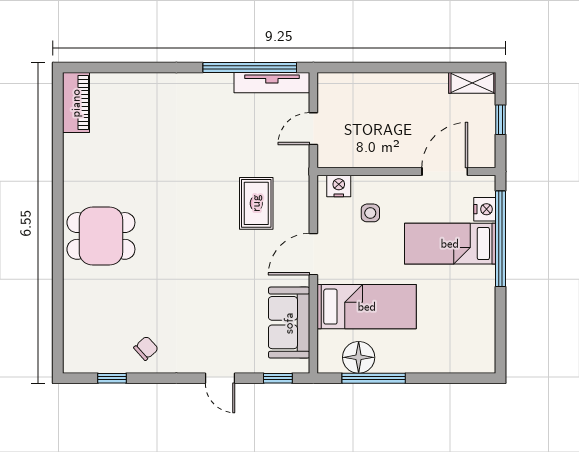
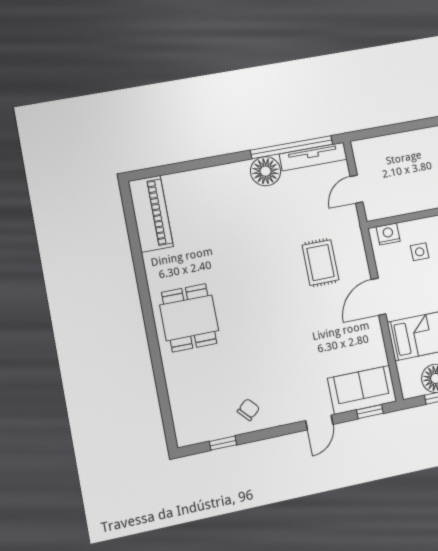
floor lamp: (215, 89) -> (266, 171), added
piano: (76, 103) -> (151, 214), width x1.37, depth x1.33
dining table: (101, 236) -> (189, 318), turned 90
sofa: (289, 323) -> (362, 390), moved, turned 90
door: (220, 378) -> (319, 422), hinge flipped

